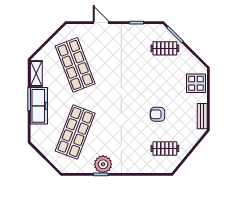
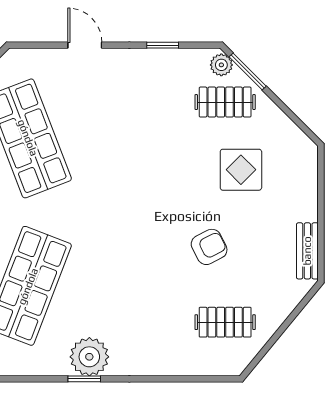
plant: (163, 31) -> (221, 65), added
display table: (196, 83) -> (241, 170), moved
armchair: (158, 114) -> (209, 247), turned 153

